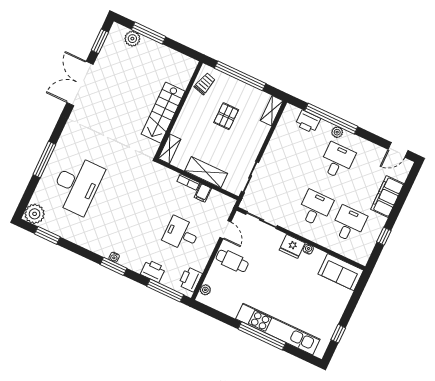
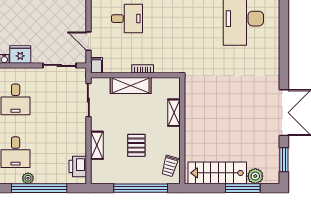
shelving: (272, 111) -> (97, 145), moved
stairs: (163, 113) -> (217, 173), moved, turned -90
printer: (308, 122) -> (78, 166), moved, turned -90
shelving: (170, 149) -> (174, 113), moved
window: (44, 160) -> (284, 28), removed
filing cabinet: (203, 193) -> (96, 65), moved
cafe table: (232, 261) -> (69, 16), removed

